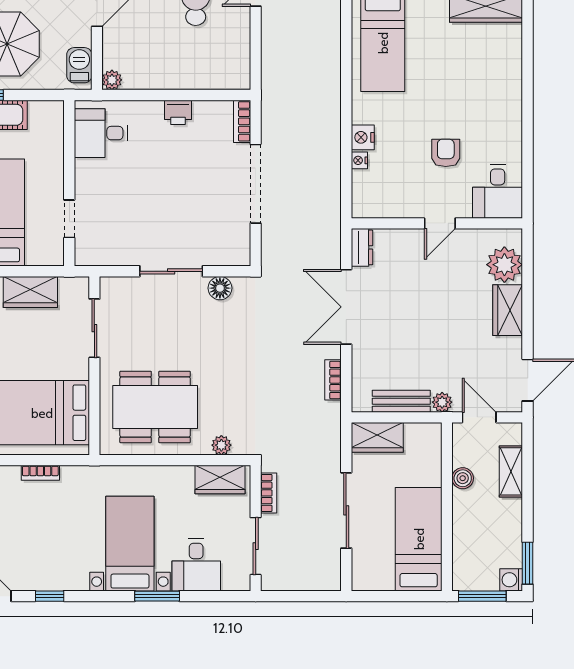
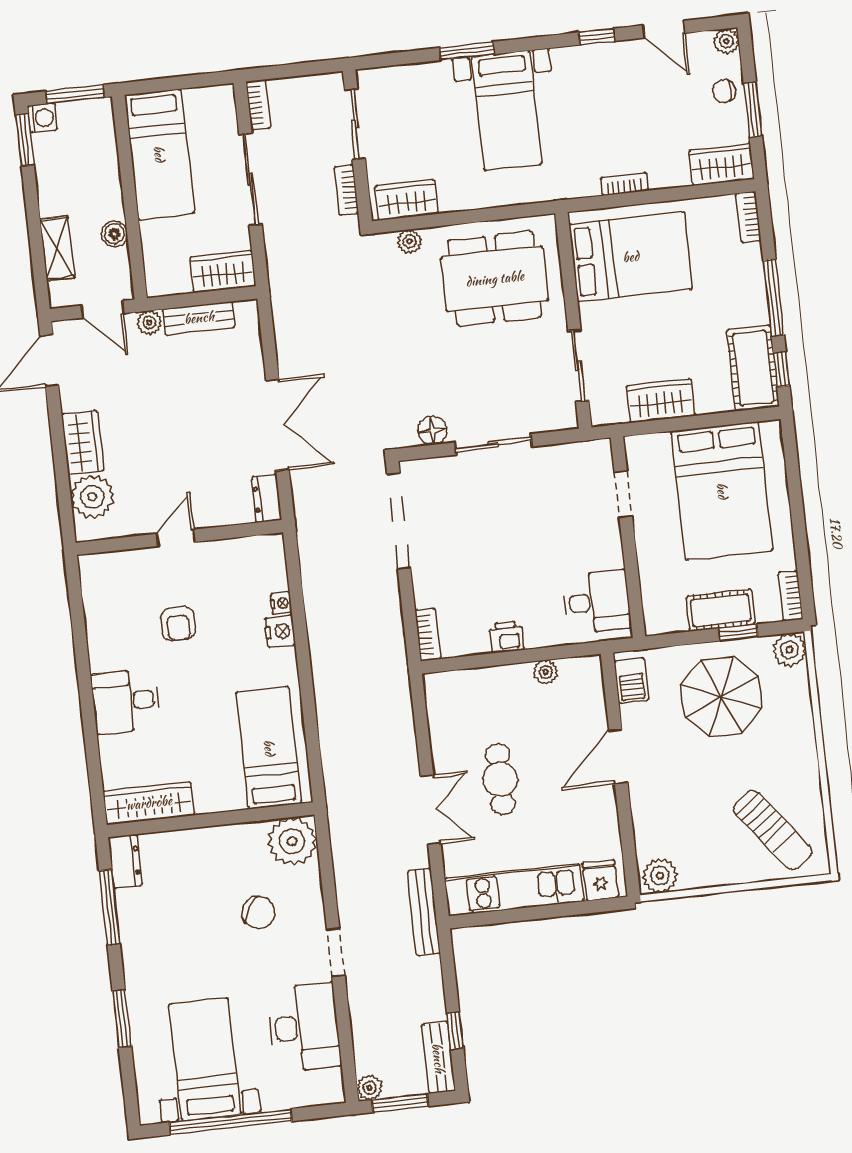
plant: (112, 80) -> (546, 672), moved
doorway: (256, 184) -> (399, 521), moved
desk: (498, 191) -> (126, 701), moved, turned -90
bookcase: (333, 380) -> (258, 105), moved
desk: (196, 565) -> (424, 94), removed

